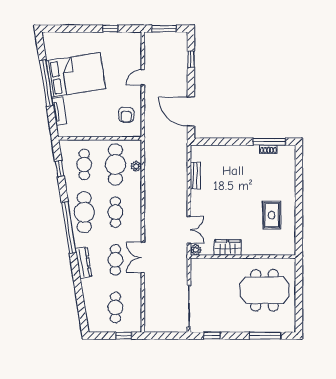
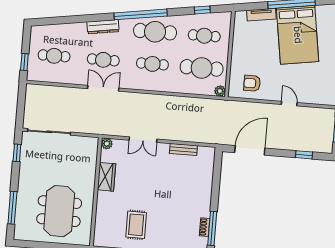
plant: (136, 166) -> (220, 91), moved
rug: (272, 215) -> (136, 225), turned 90
double door: (189, 230) -> (143, 140), moved

